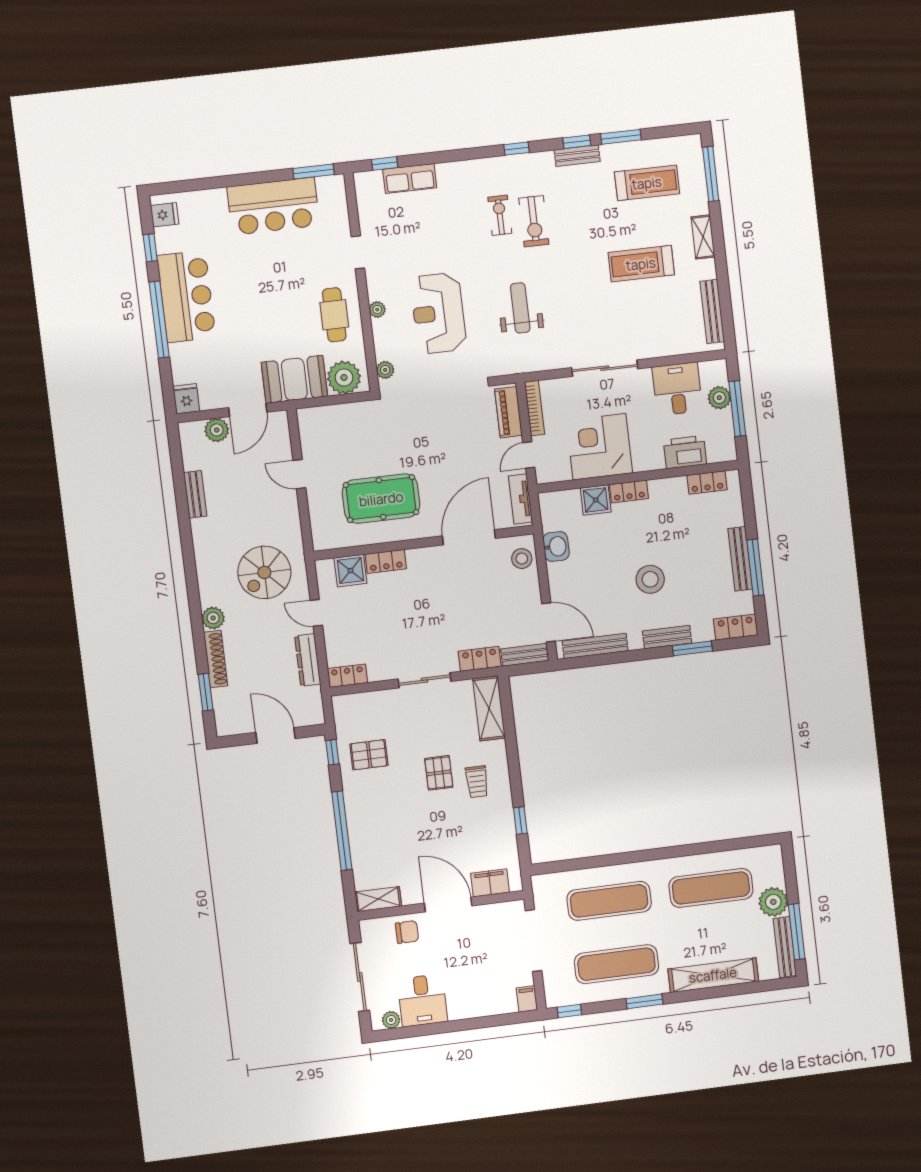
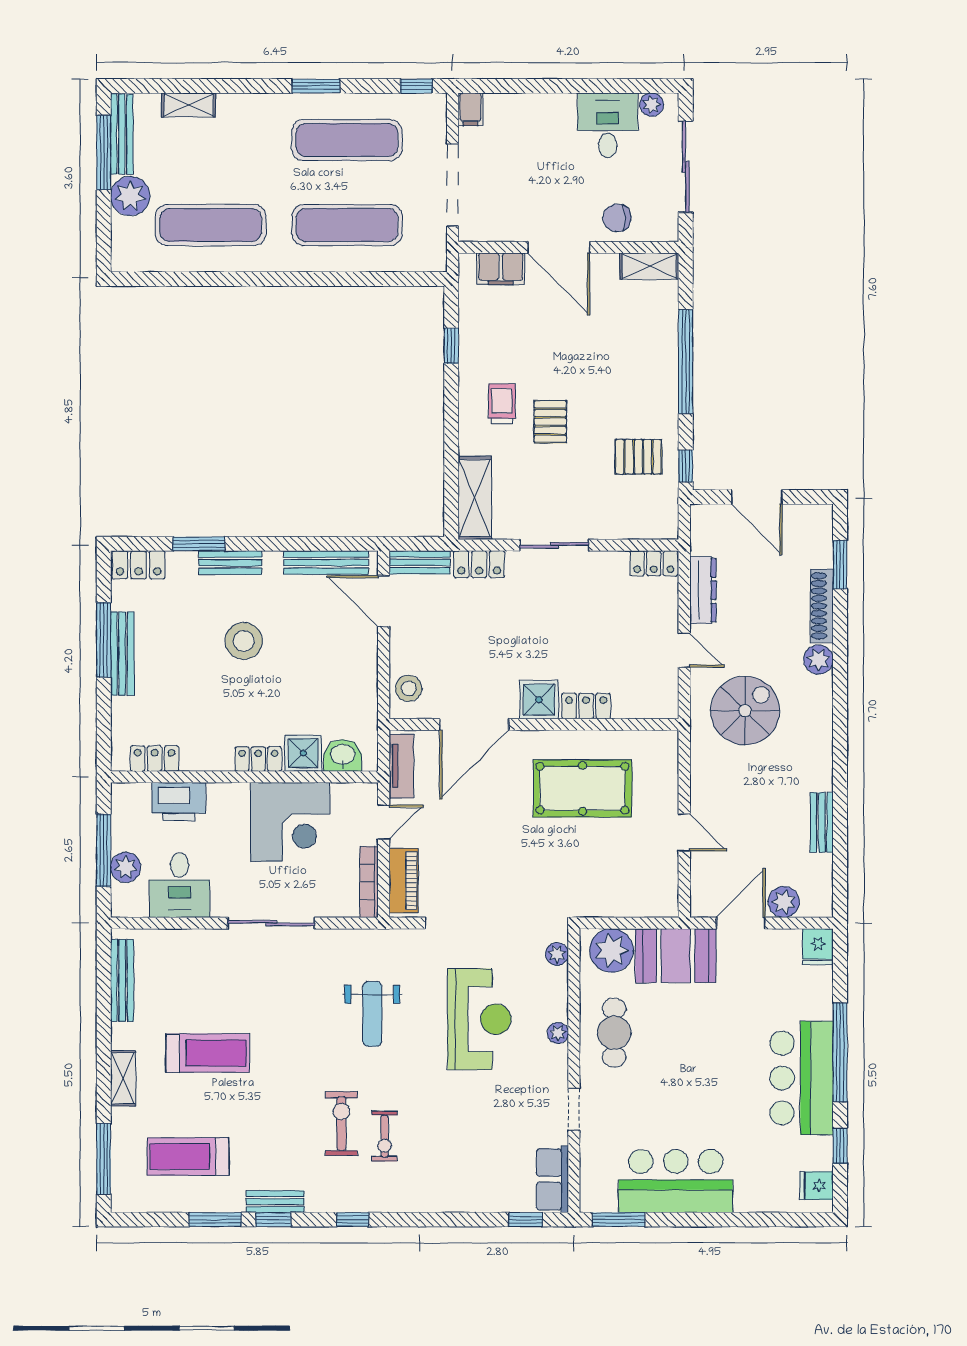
row of seats: (410, 178) -> (552, 1179), moved, turned -90
washbasin: (556, 546) -> (343, 755), moved, turned 90
shower: (350, 571) -> (539, 700), moved
shelving: (713, 975) -> (189, 105), width x0.45, depth x0.75

